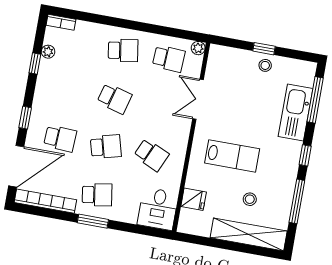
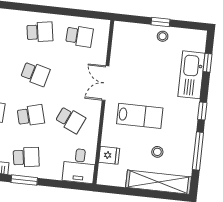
plant: (198, 48) -> (104, 25), removed
double door: (198, 99) -> (105, 83), moved
window: (315, 100) -> (207, 63), width x0.46

